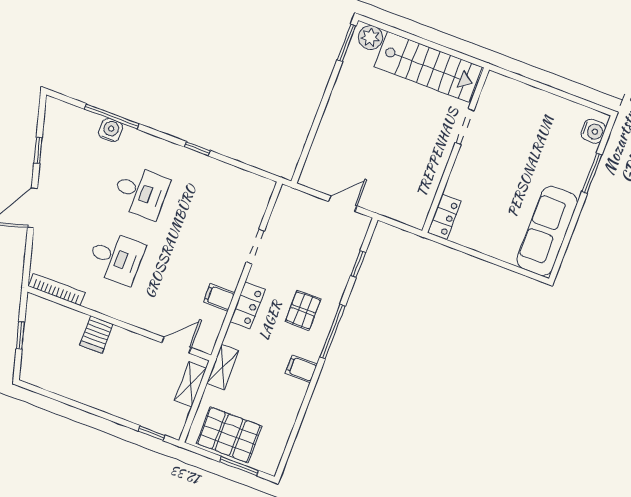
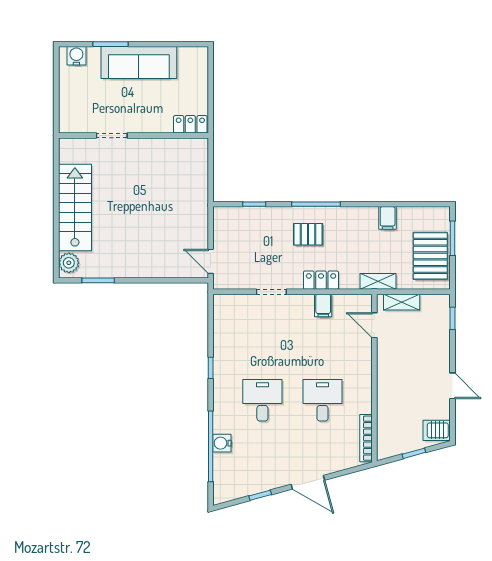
window: (347, 43) -> (98, 280), moved
window: (112, 116) -> (211, 446), width x1.46
doorway: (465, 127) -> (112, 136), moved
wall: (456, 150) -> (133, 136), moved
door: (343, 204) -> (211, 261), moved
locker: (444, 217) -> (190, 124), moved
sofa: (547, 231) -> (139, 62), moved
server rack: (96, 335) -> (437, 430), moved, turned 180
filing cabinet: (301, 369) -> (388, 218), moved
door: (78, 405) -> (452, 386), added

